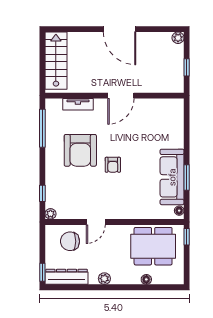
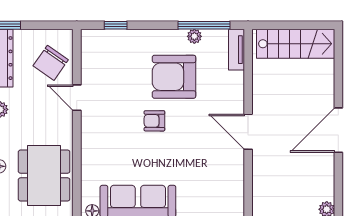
tv unit: (78, 104) -> (236, 50), moved
plant: (50, 214) -> (194, 36), moved
chair: (70, 241) -> (51, 63), turned -145

